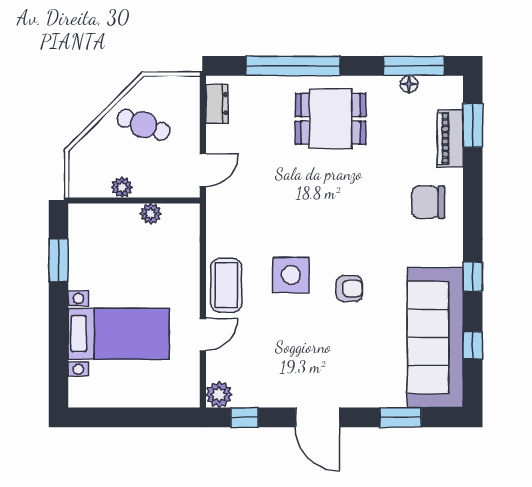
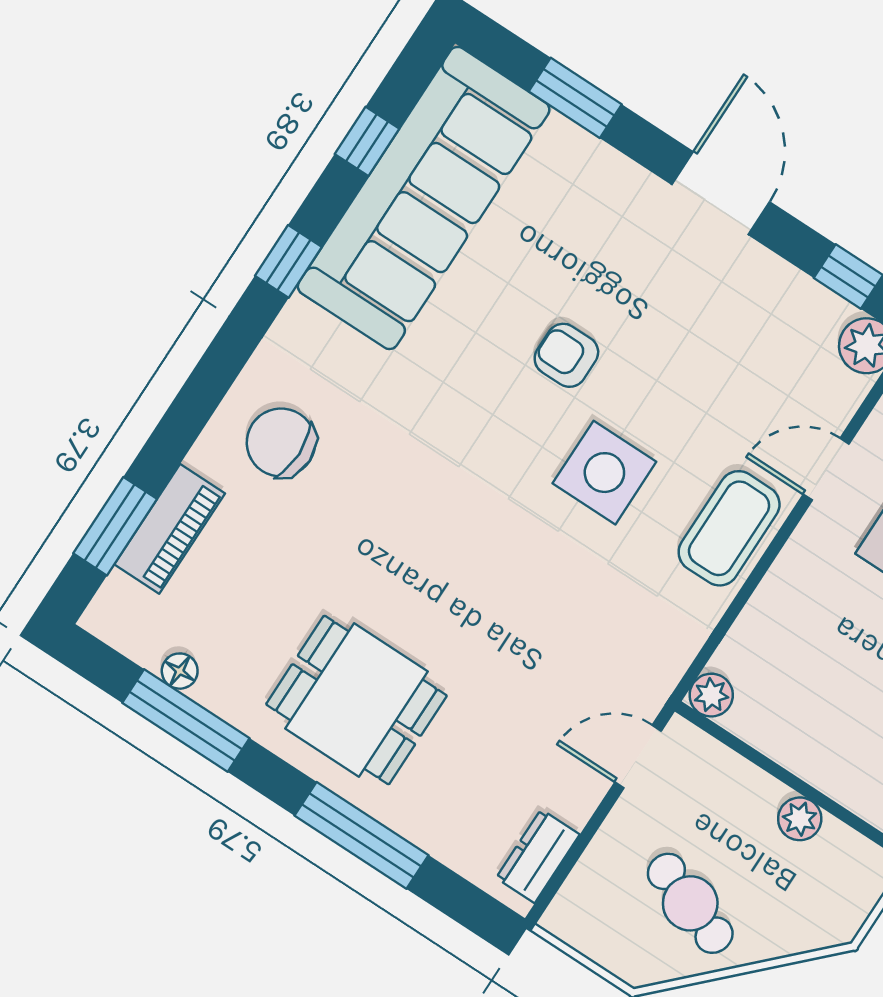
window: (293, 66) -> (362, 835), width x0.68
window: (414, 66) -> (186, 720), moved
chair: (428, 202) -> (281, 443), turned 180
plant: (151, 214) -> (711, 695), moved
armchair: (349, 289) -> (566, 355), moved

